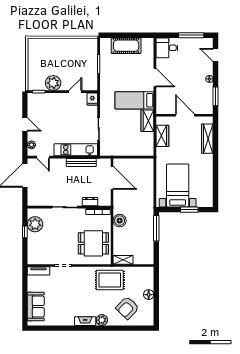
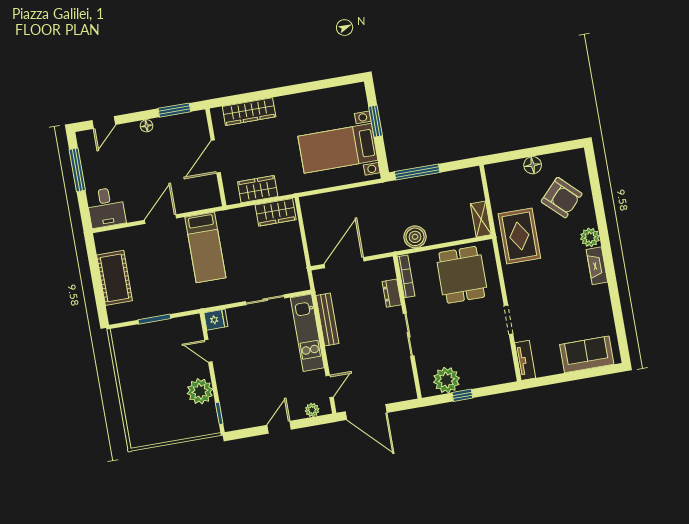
wardrobe: (147, 121) -> (276, 212), moved

